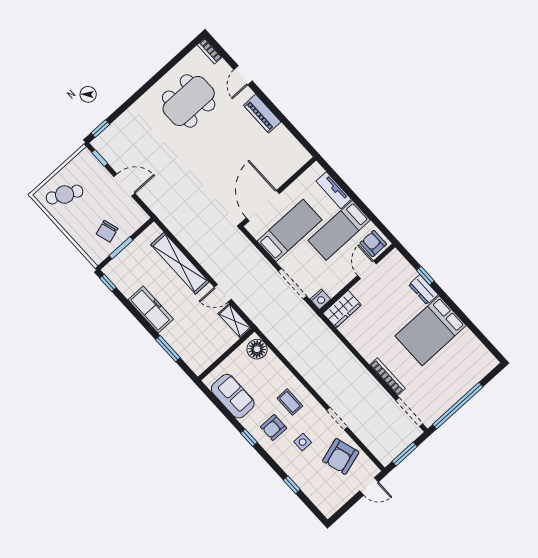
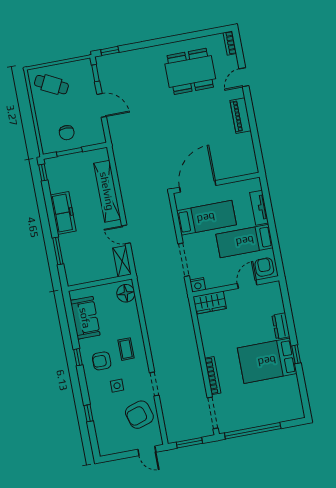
chair: (107, 231) -> (67, 133), turned -73
window: (425, 276) -> (296, 354), moved

